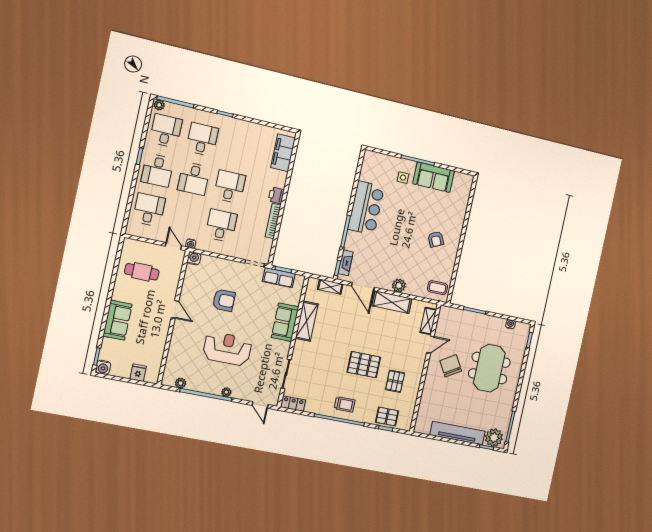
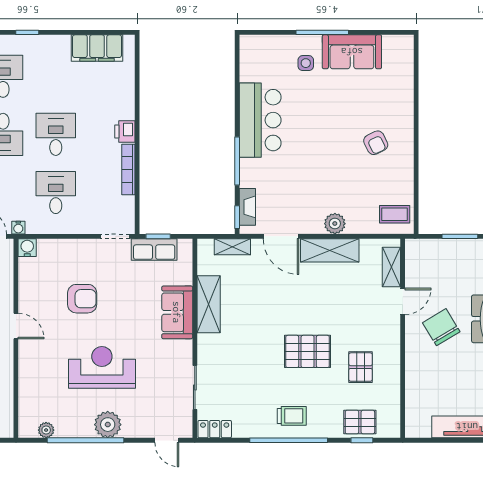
filing cabinet: (283, 153) -> (97, 48), moved, turned -90
plant: (226, 392) -> (108, 425), width x1.87, depth x1.87

